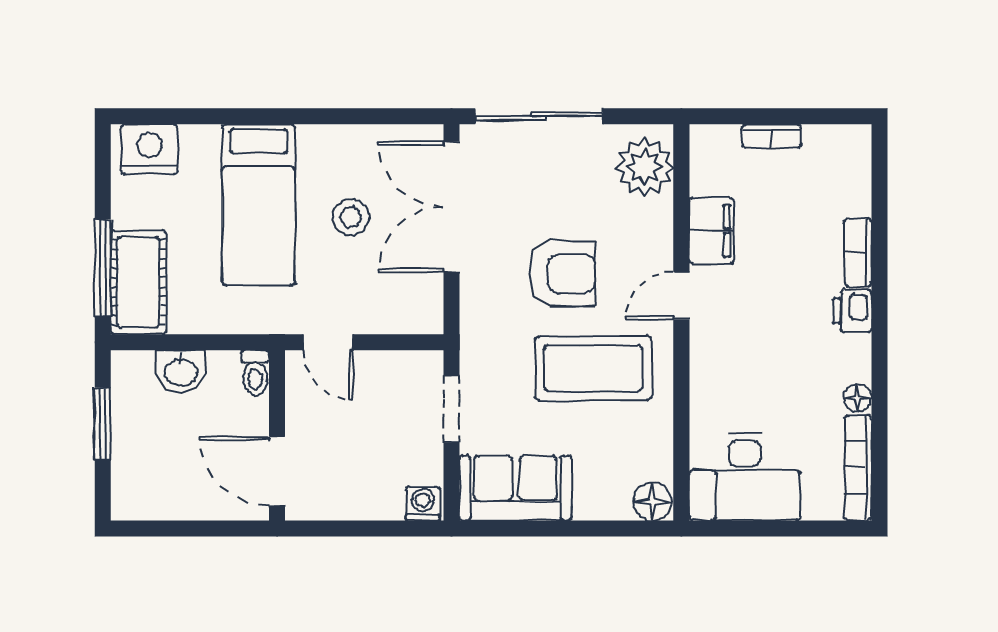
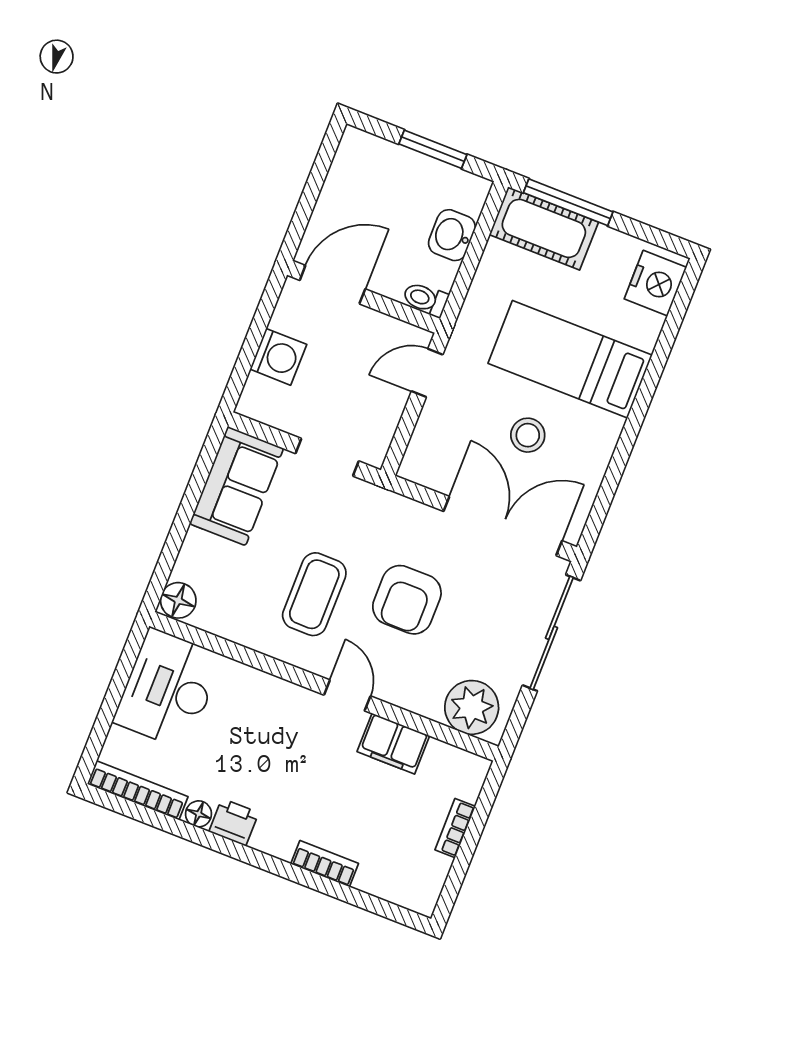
printer: (852, 311) -> (234, 822), moved
coffee table: (593, 368) -> (314, 594), width x0.73, depth x0.76
washing machine: (423, 503) -> (278, 357), moved, width x1.38, depth x1.38

